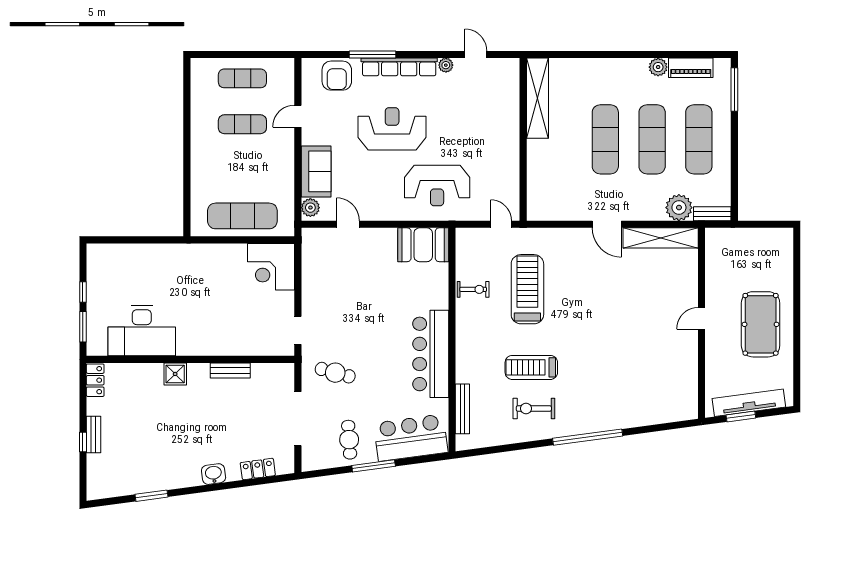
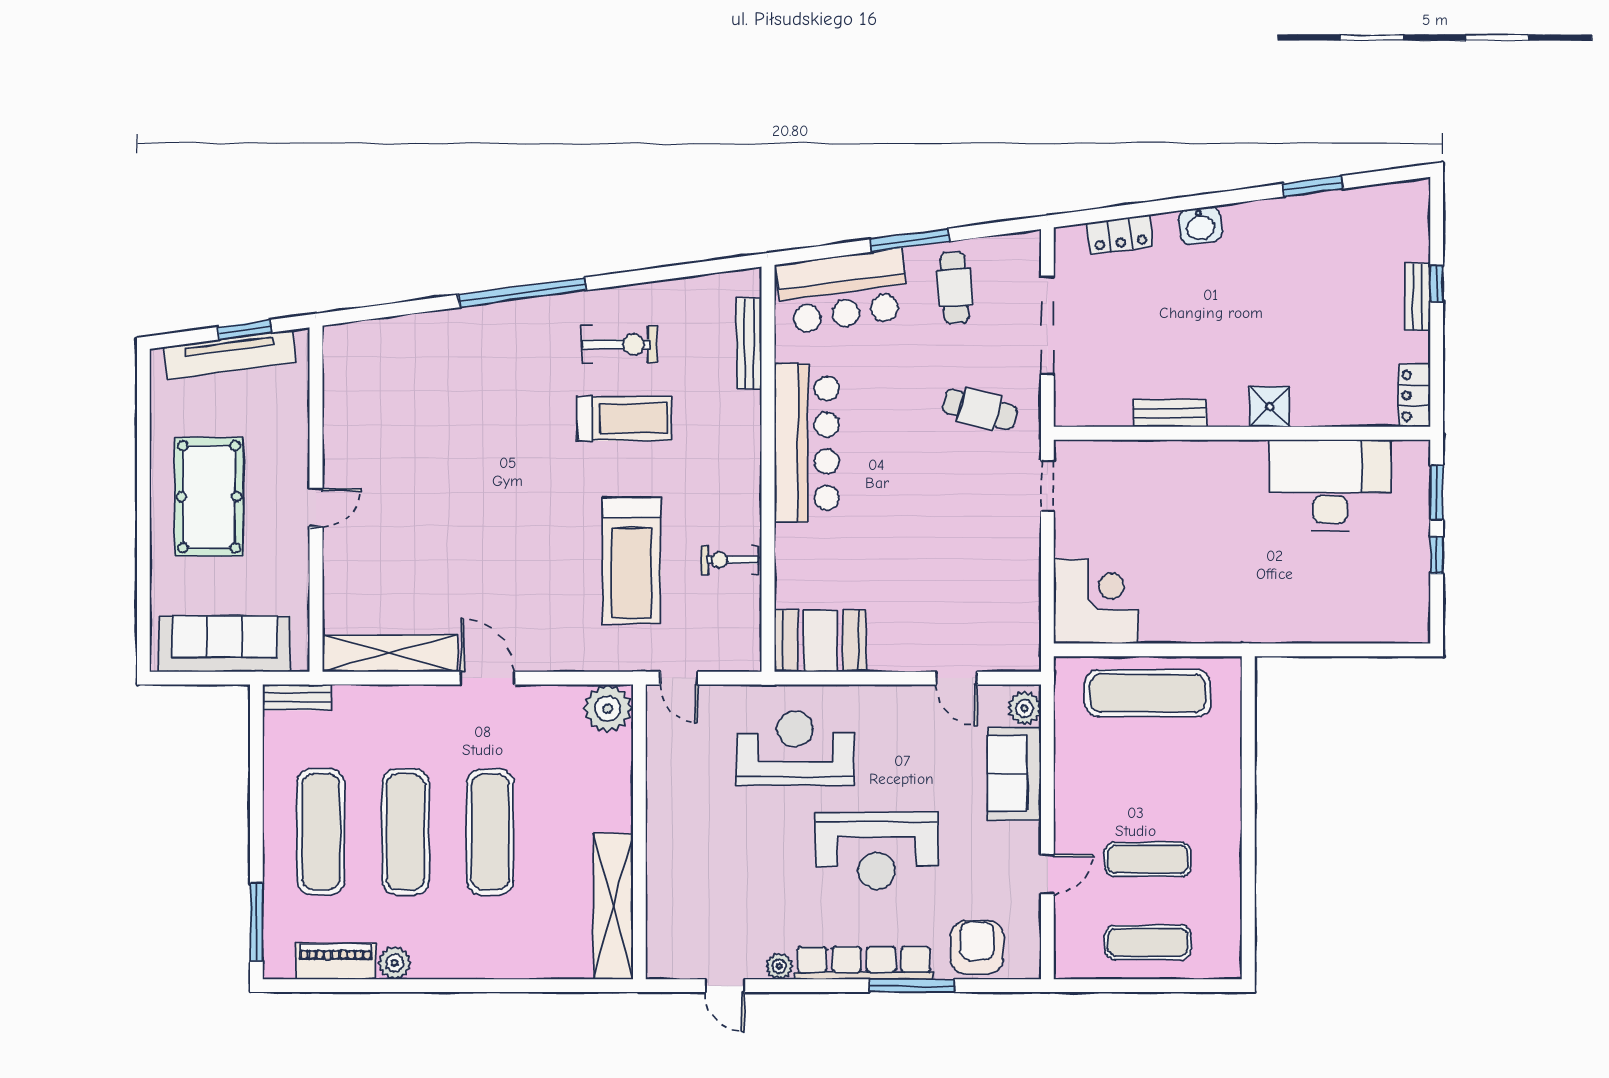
plant: (679, 208) -> (608, 708), moved
sofa: (752, 243) -> (225, 644), added

